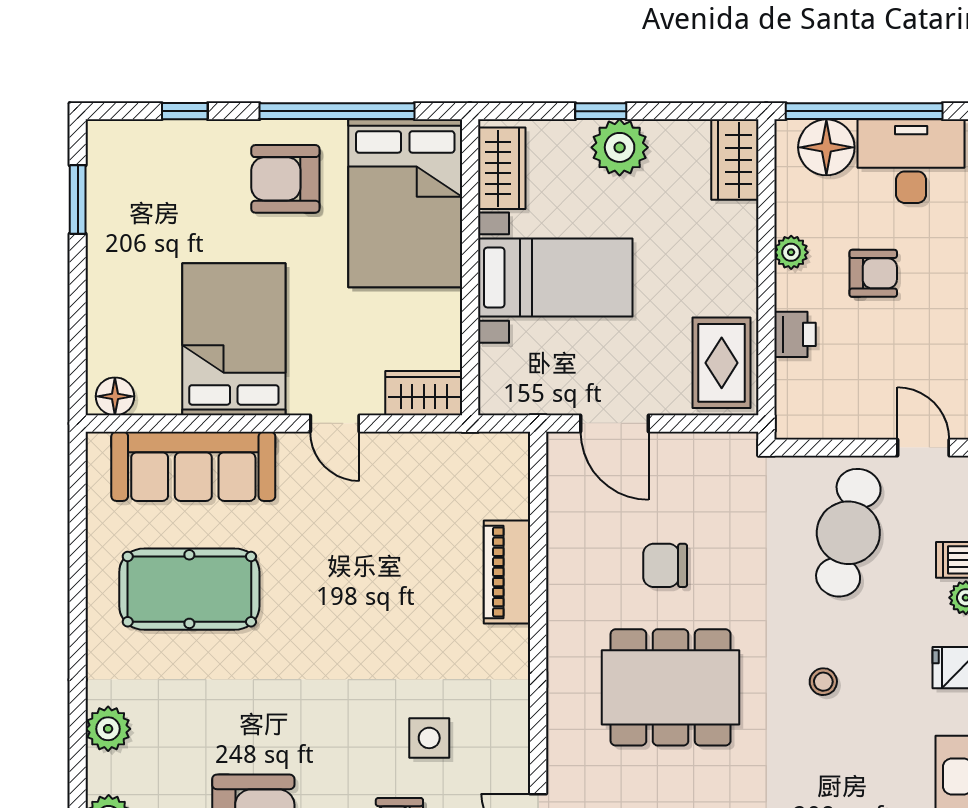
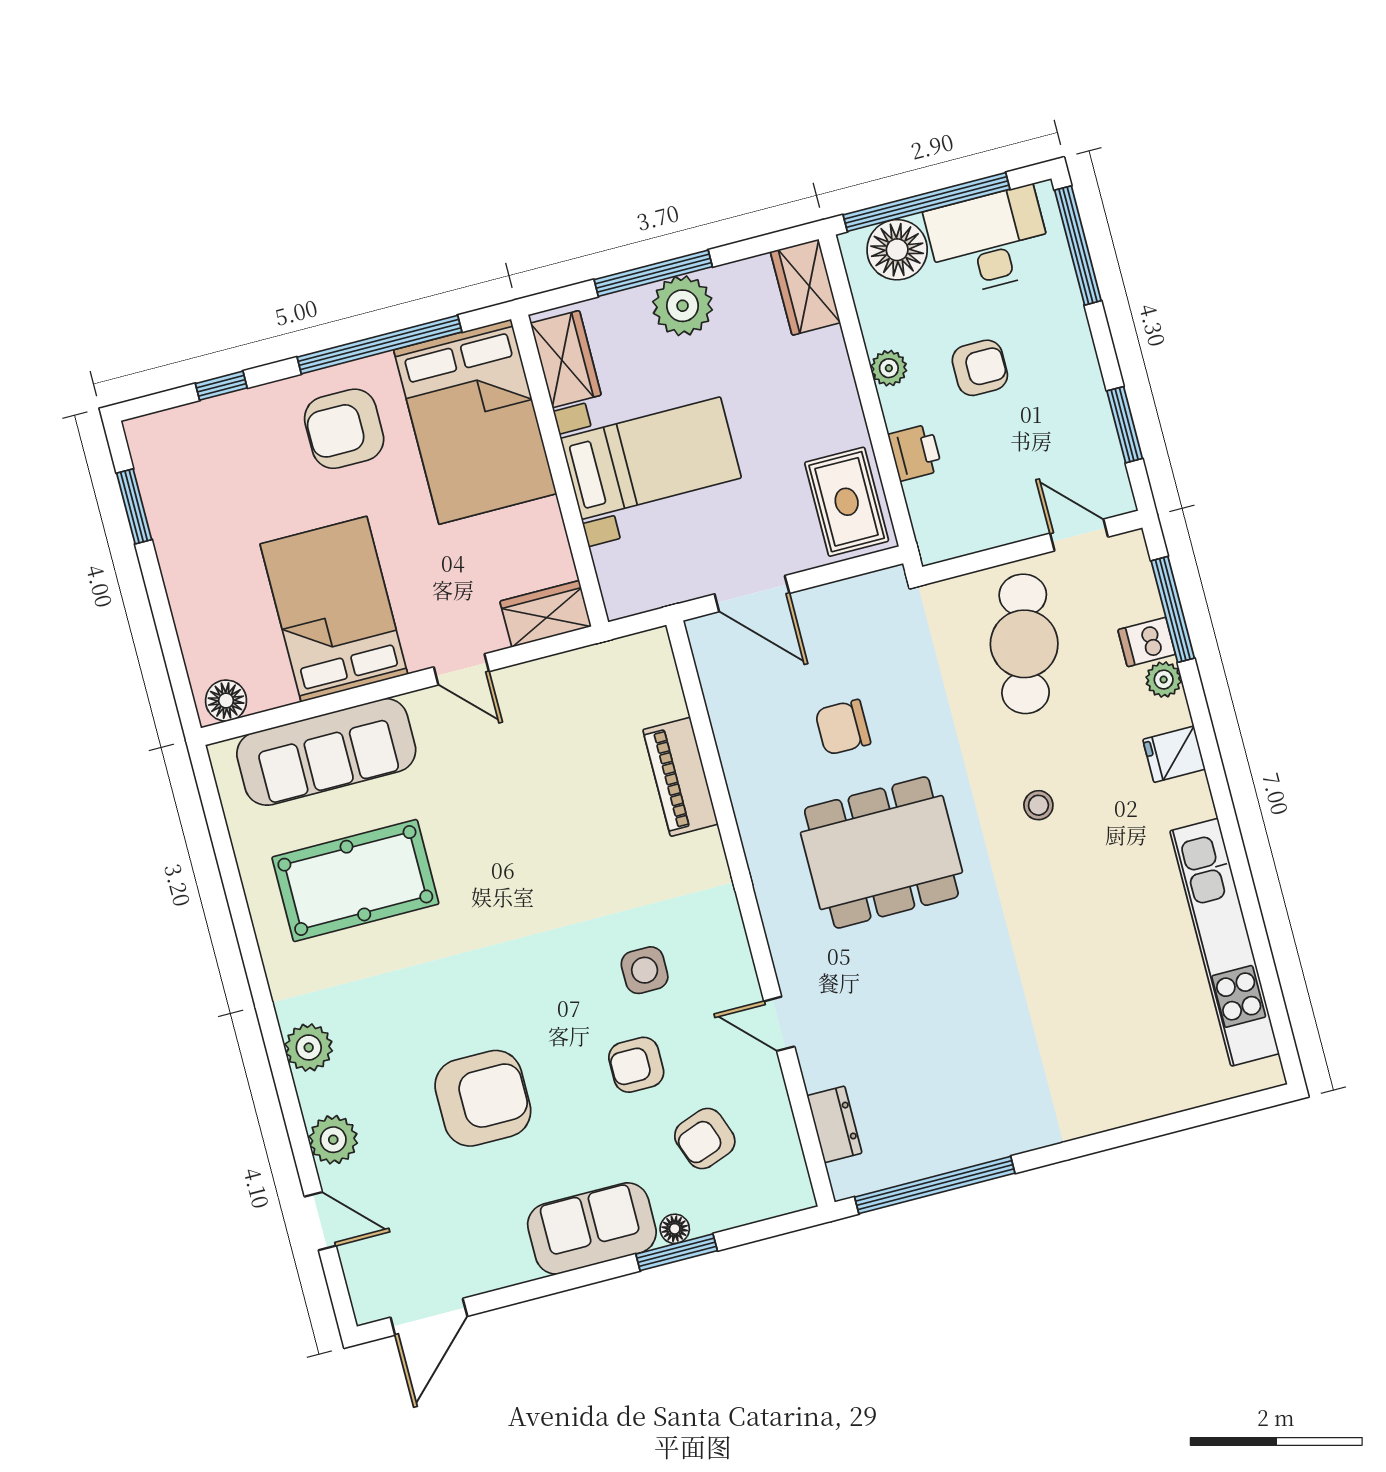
window: (601, 111) -> (653, 273), width x2.17

